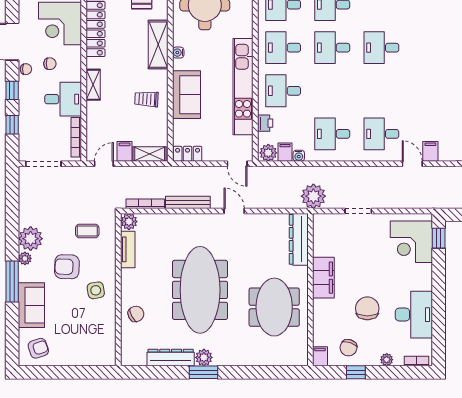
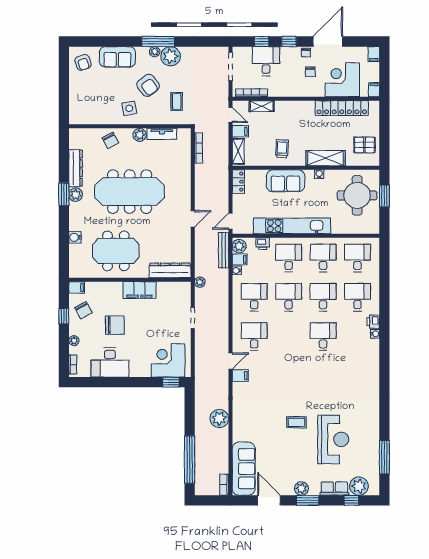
shelving: (93, 85) -> (262, 106), moved
desk: (332, 91) -> (289, 297), added
desk: (63, 99) -> (266, 61), moved, turned 180
plant: (313, 196) -> (200, 282), width x0.53, depth x0.53
bench: (188, 202) -> (224, 250), moved
plant: (129, 222) -> (140, 135), moved
armchair: (67, 267) -> (148, 85), turned 141
window: (12, 282) -> (158, 41), moved
chair: (348, 348) -> (83, 310), turned -137
water cooler: (257, 358) -> (75, 237), added

